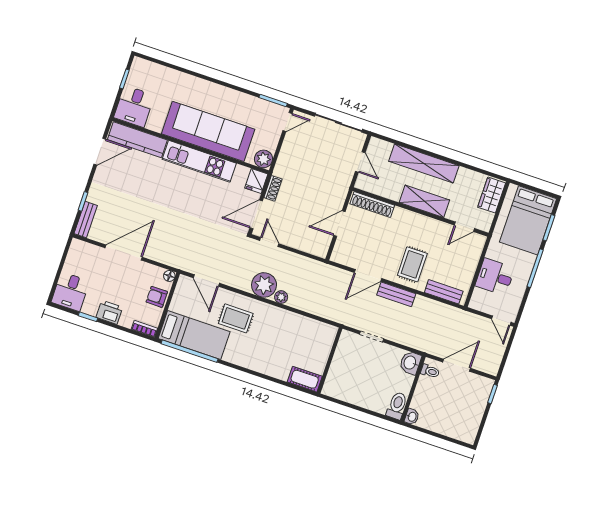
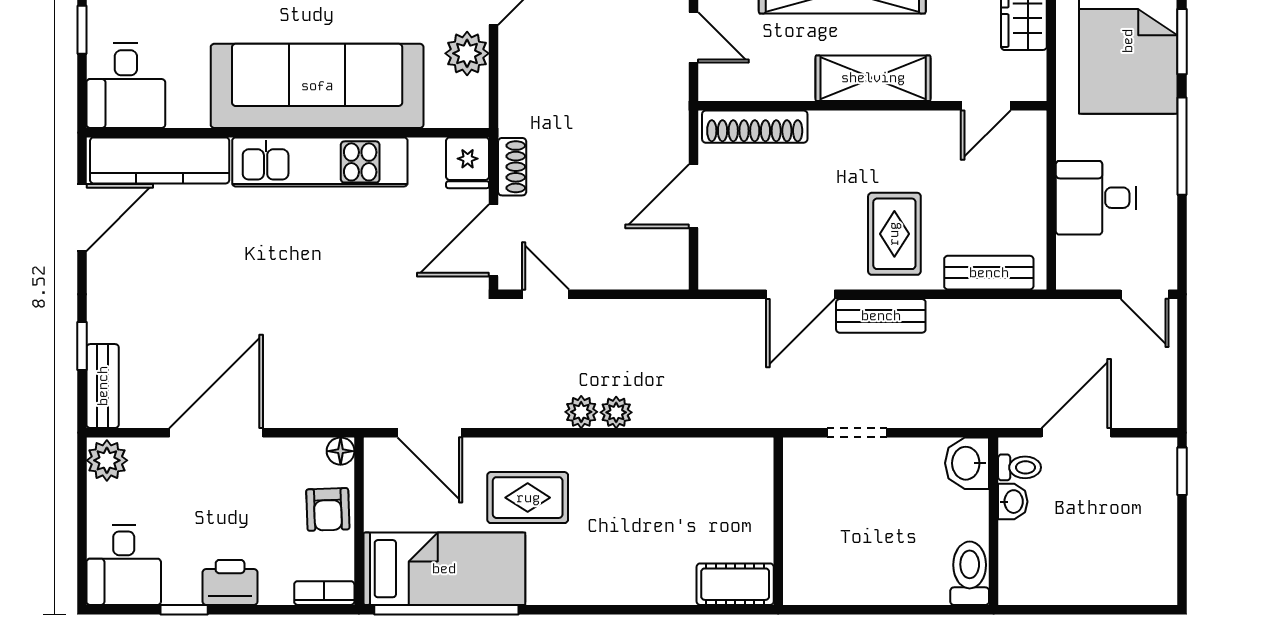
plant: (263, 159) -> (467, 53), moved
plant: (78, 249) -> (107, 460), added
plant: (264, 285) -> (581, 412), width x0.53, depth x0.53
armchair: (157, 297) -> (328, 509), turned -92
washbasin: (412, 417) -> (1013, 502), moved

